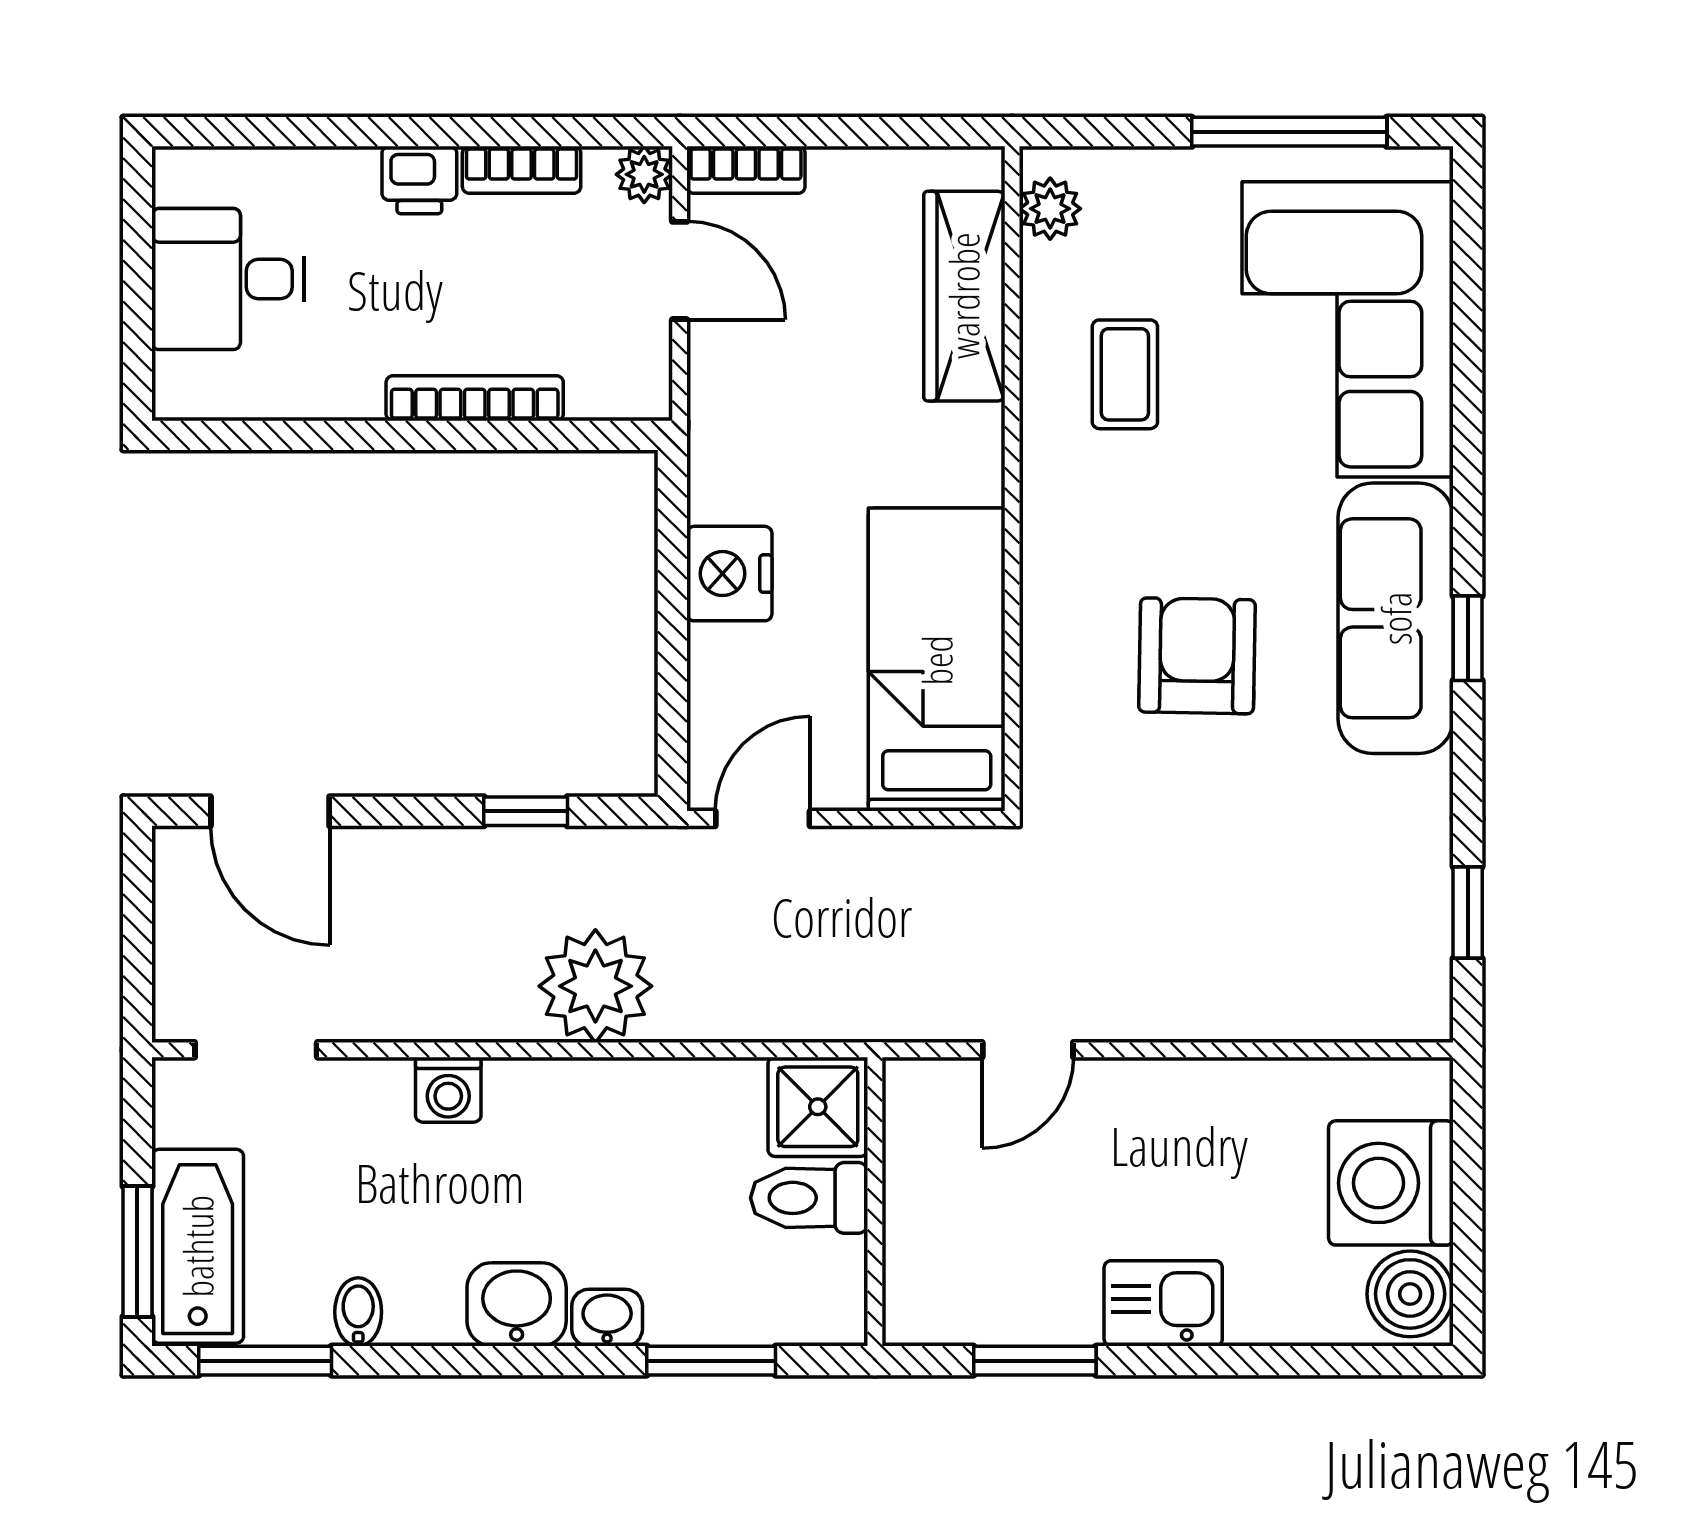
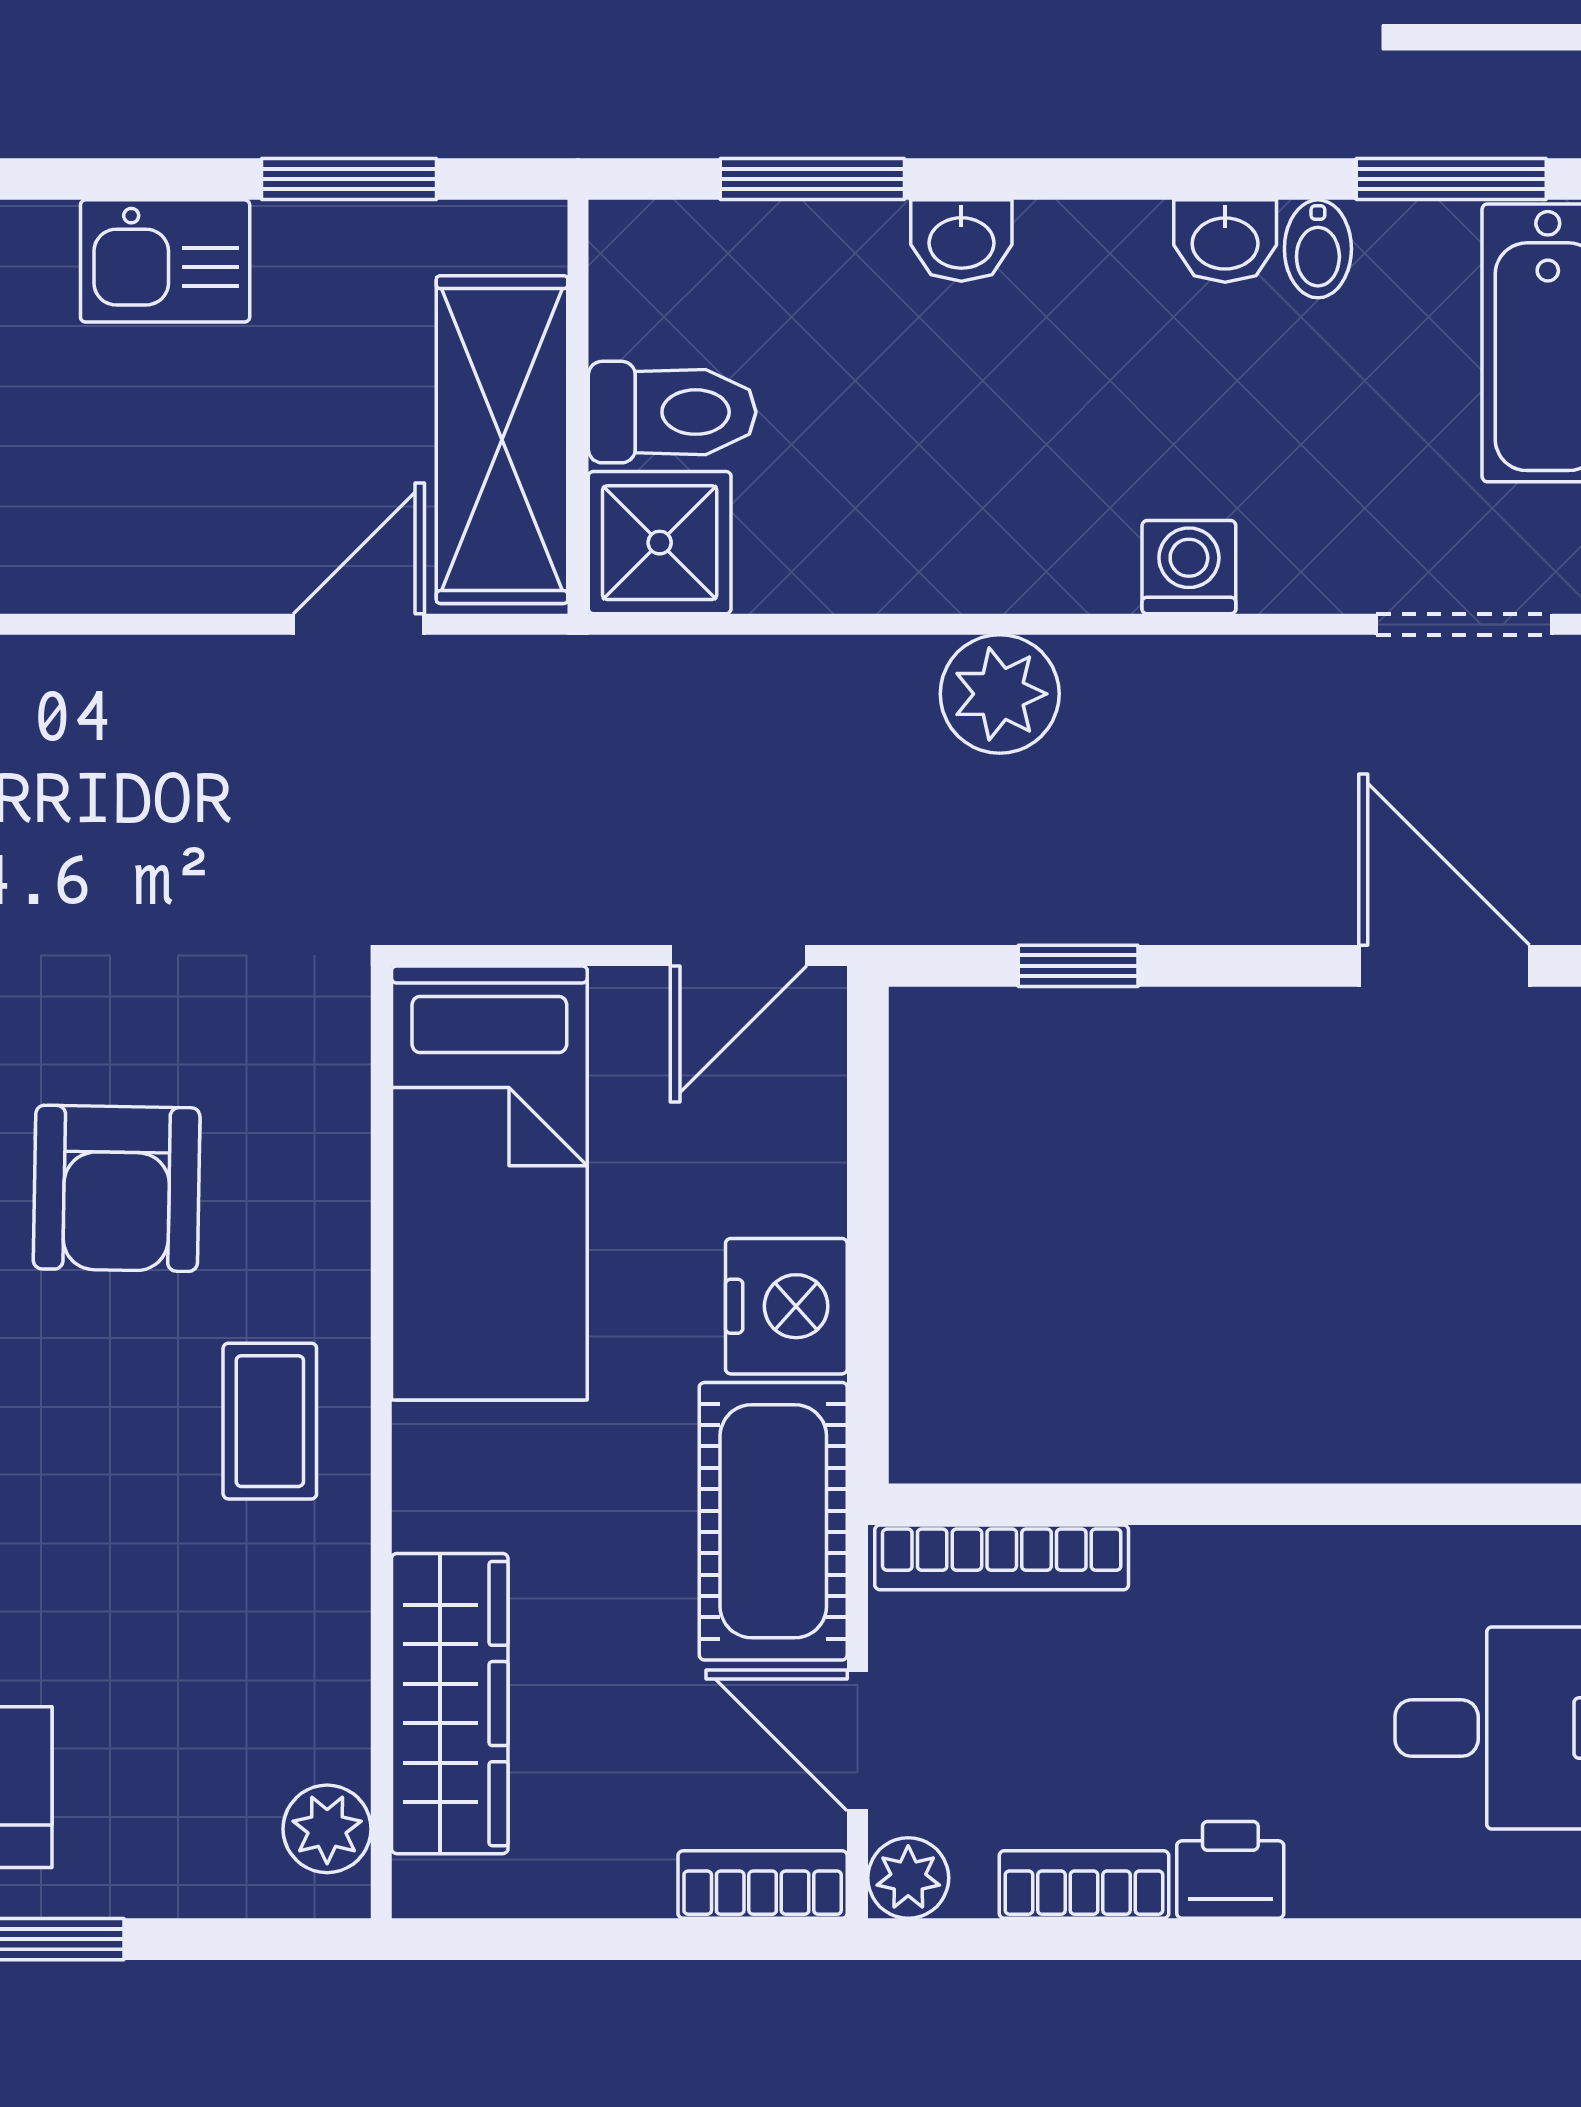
coffee table: (1125, 374) -> (270, 1421), moved
bookcase: (475, 398) -> (1002, 1557), moved
cot: (738, 423) -> (773, 1521), added
plant: (595, 986) -> (1000, 694), width x0.73, depth x0.73
shelving: (928, 1179) -> (502, 440), added
washbasin: (517, 1304) -> (1225, 241), moved, width x0.72, depth x0.69

